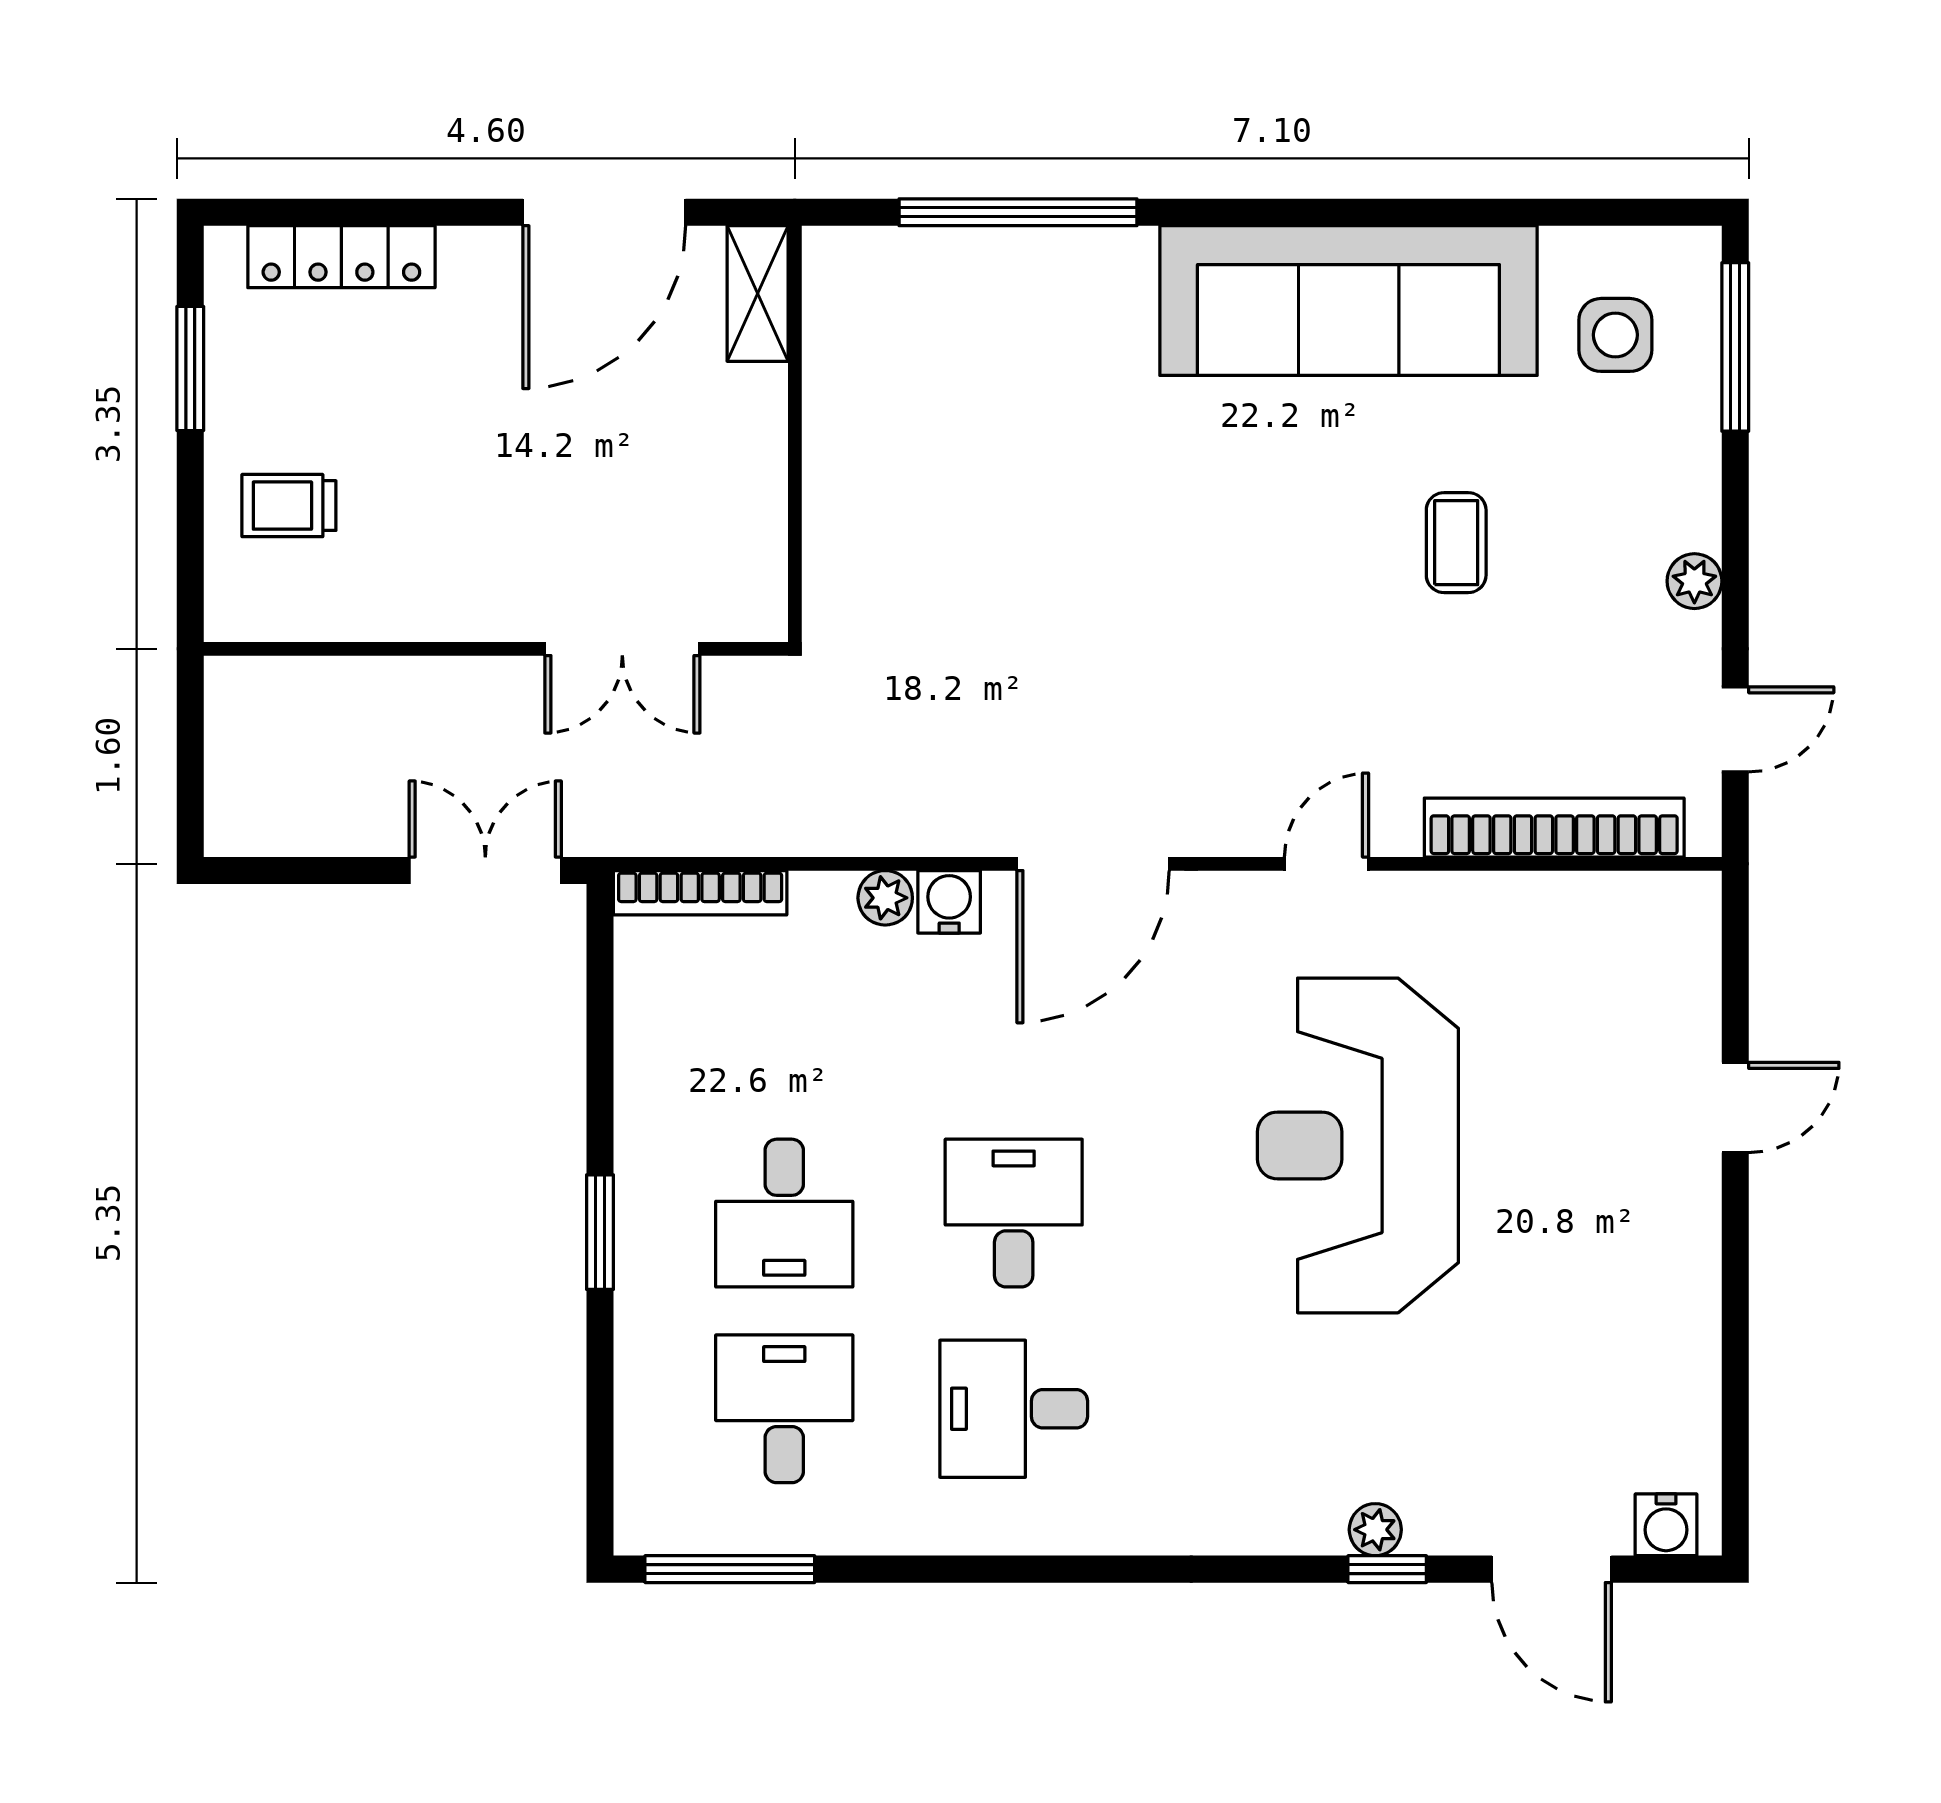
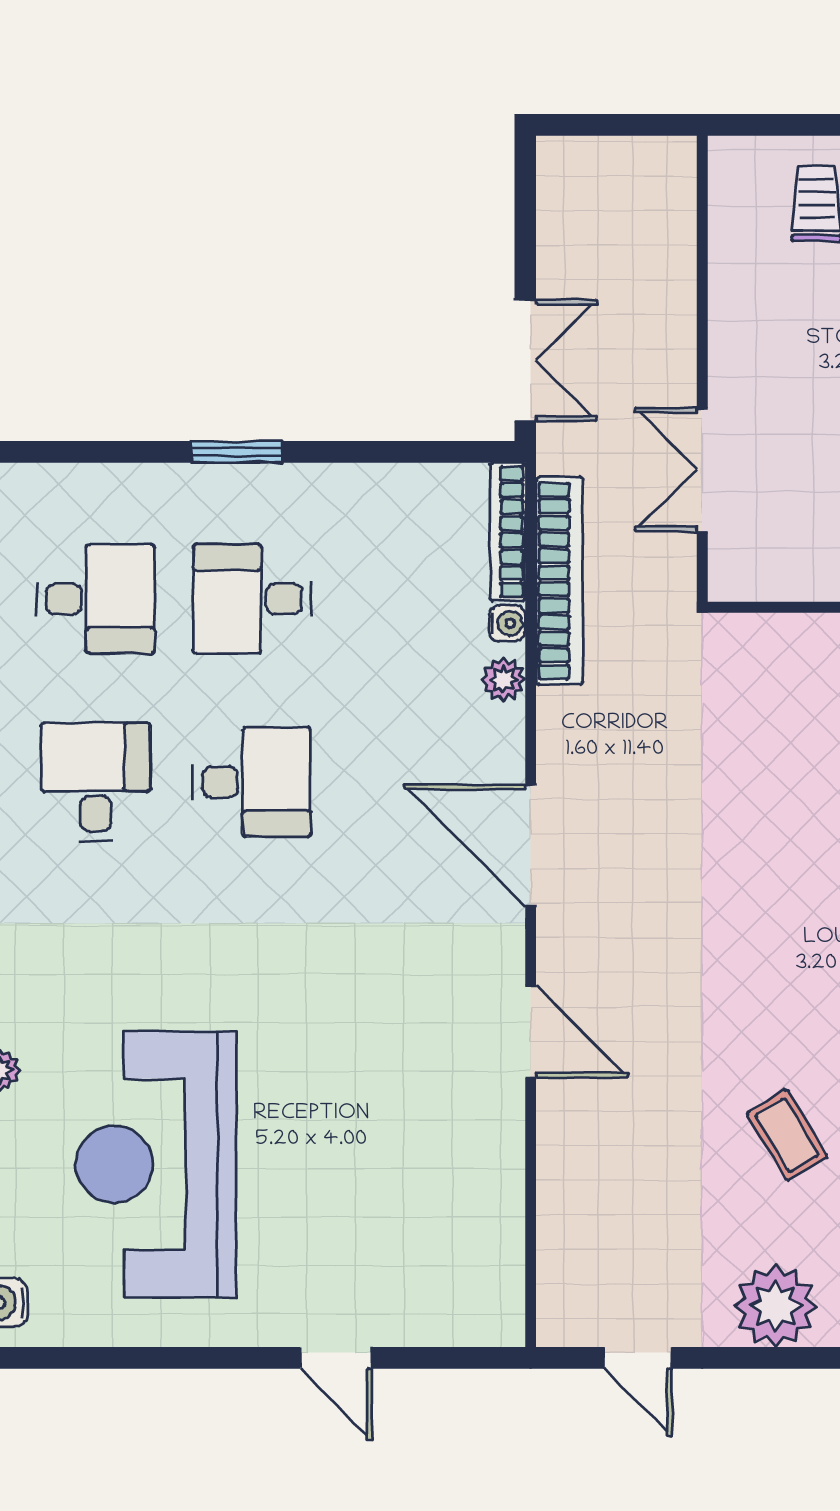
coffee table: (1456, 543) -> (787, 1135), turned 59
plant: (1694, 581) -> (775, 1306), width x1.88, depth x1.88
bookcase: (1554, 828) -> (560, 581), moved
door: (1327, 864) -> (531, 1032), width x1.38
water cooler: (949, 902) -> (507, 623), moved, width x0.72, depth x0.72
reception desk: (1358, 1145) -> (156, 1164), moved, turned -90

